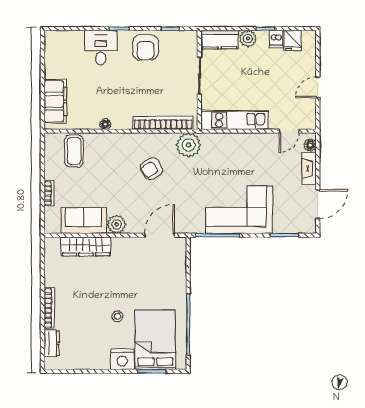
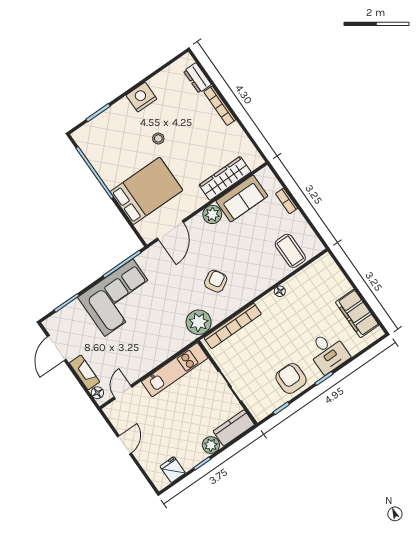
dishwasher: (276, 39) -> (187, 461), removed
filing cabinet: (55, 101) -> (357, 313), moved
bed: (155, 340) -> (146, 191), moved, turned -90
nightstand: (122, 359) -> (141, 97), moved

